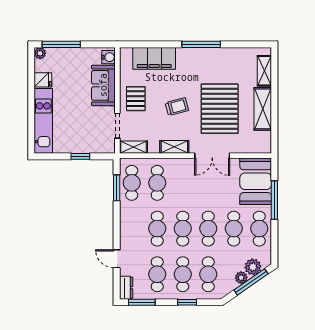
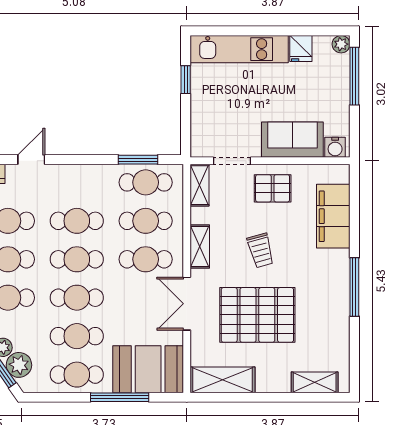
shelving: (263, 109) -> (222, 380), moved
window: (80, 156) -> (186, 80), moved
cafe table: (183, 183) -> (146, 259), added

